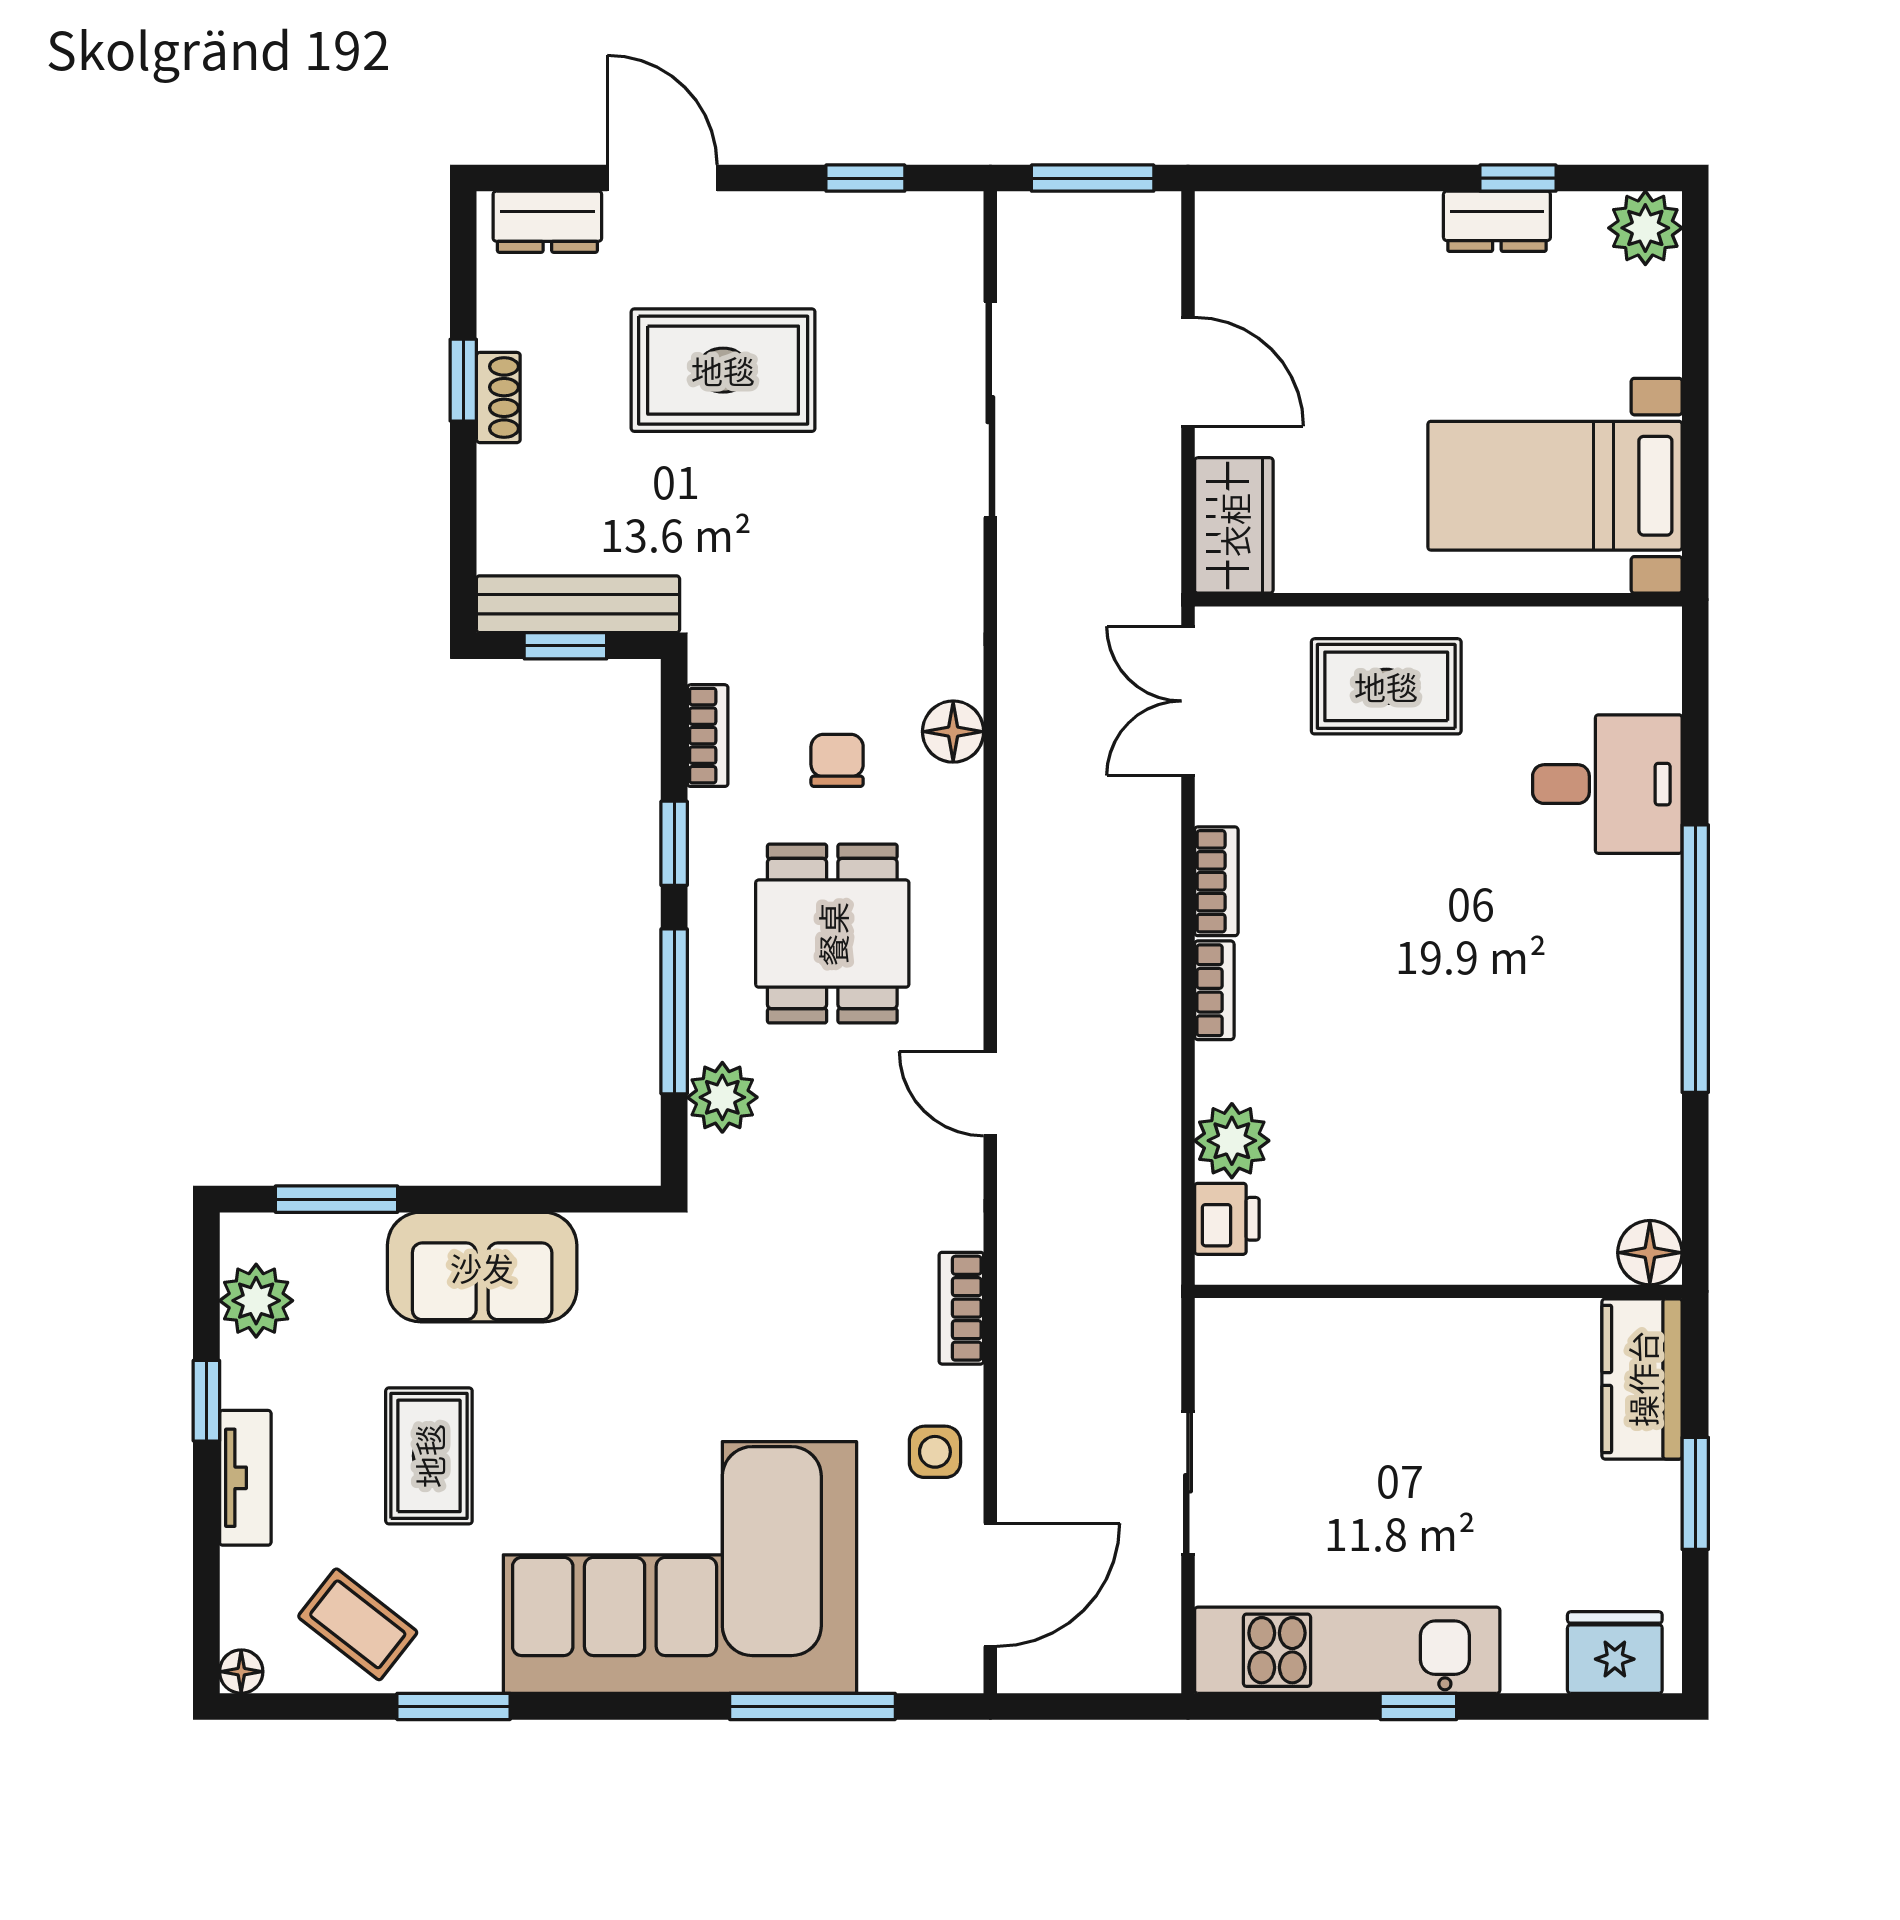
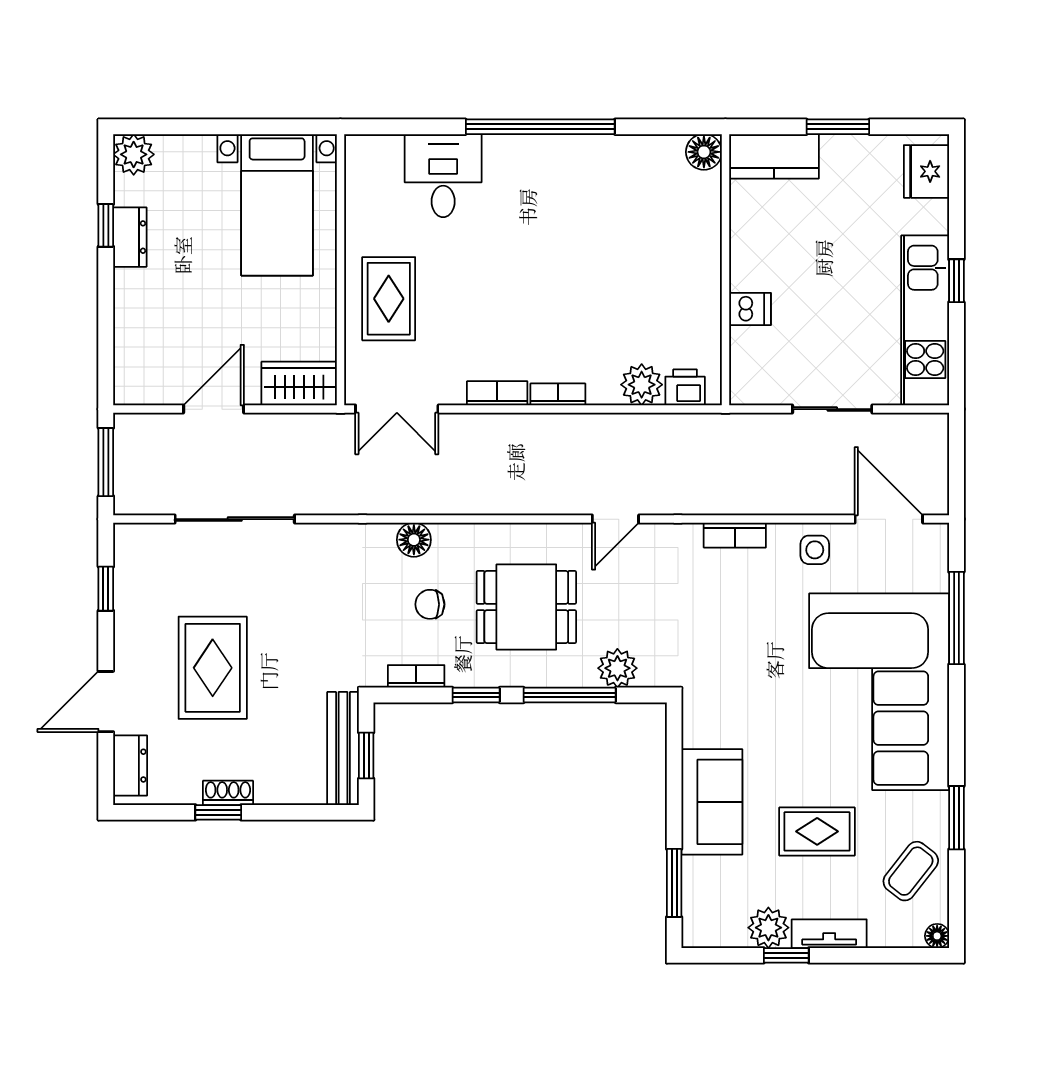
plant: (256, 1301) -> (768, 928), moved
dishwasher: (1368, 1335) -> (750, 309), added

